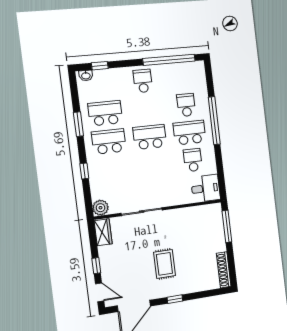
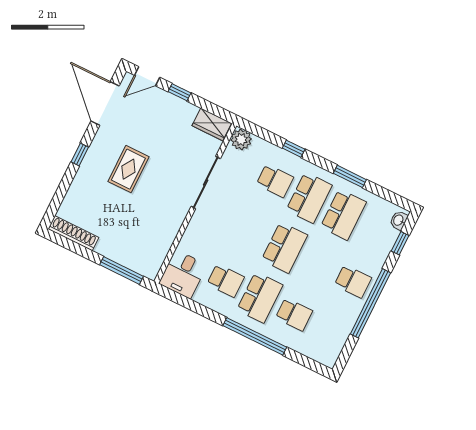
window: (169, 60) -> (370, 303), moved
school desk: (112, 170) -> (275, 181), added
rug: (164, 264) -> (128, 169), turned 90

